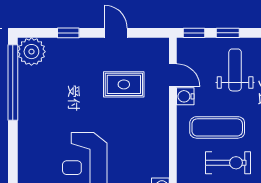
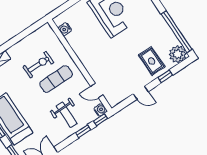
rug: (124, 84) -> (152, 61), moved, turned 90
water cooler: (185, 96) -> (100, 110), moved
exercise bike: (228, 163) -> (38, 65), turned 180

